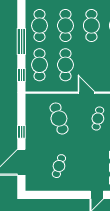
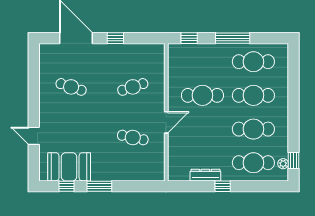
cafe table: (40, 65) -> (202, 62), removed
cafe table: (59, 119) -> (133, 87), width x0.73, depth x0.74

